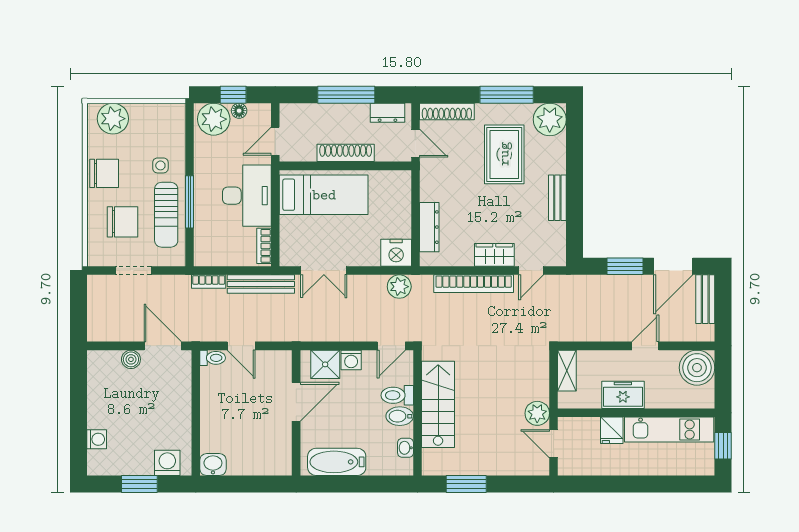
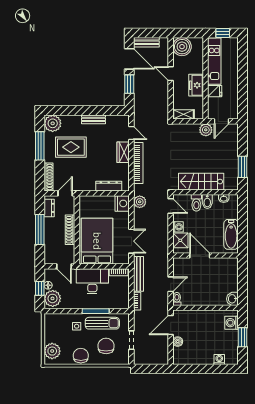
bed: (324, 195) -> (97, 241), width x1.50

